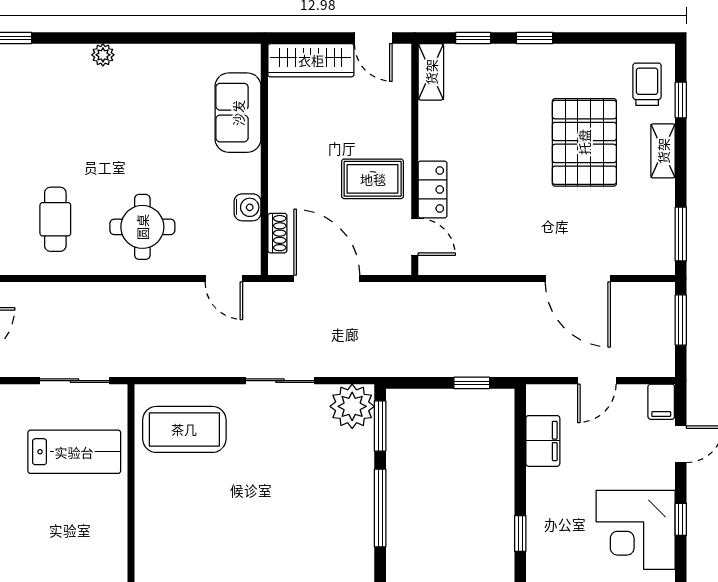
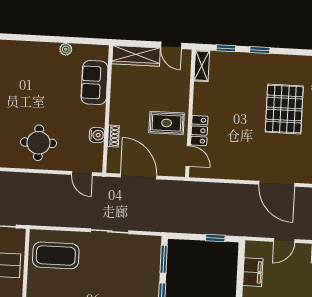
plant: (103, 55) -> (66, 49), moved
shoe rack: (277, 233) -> (113, 136), moved
plant: (352, 406) -> (149, 248), removed

